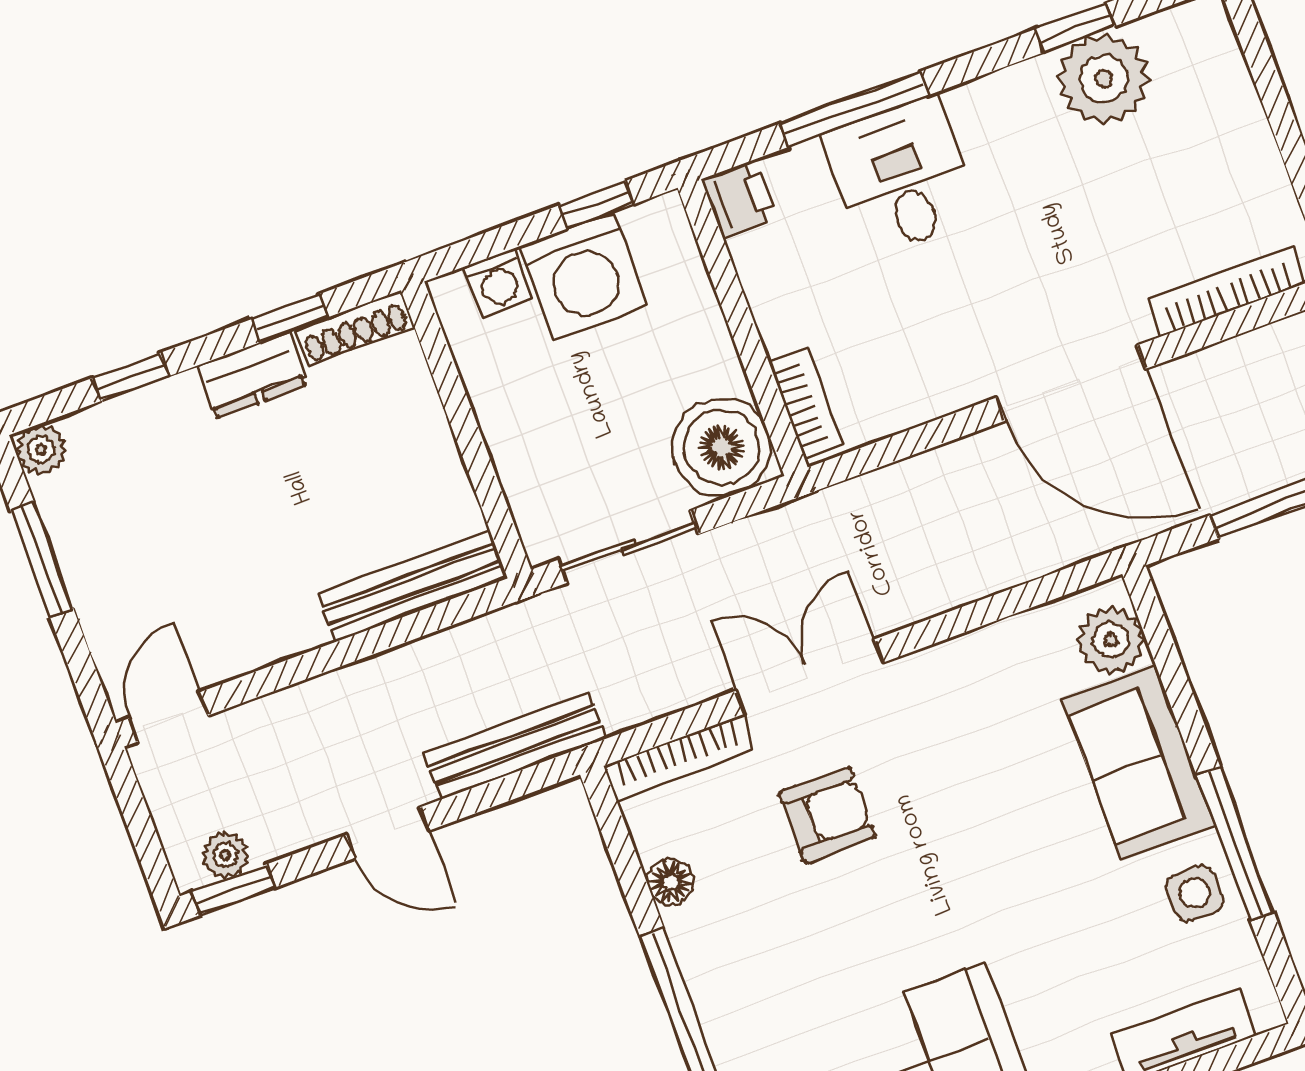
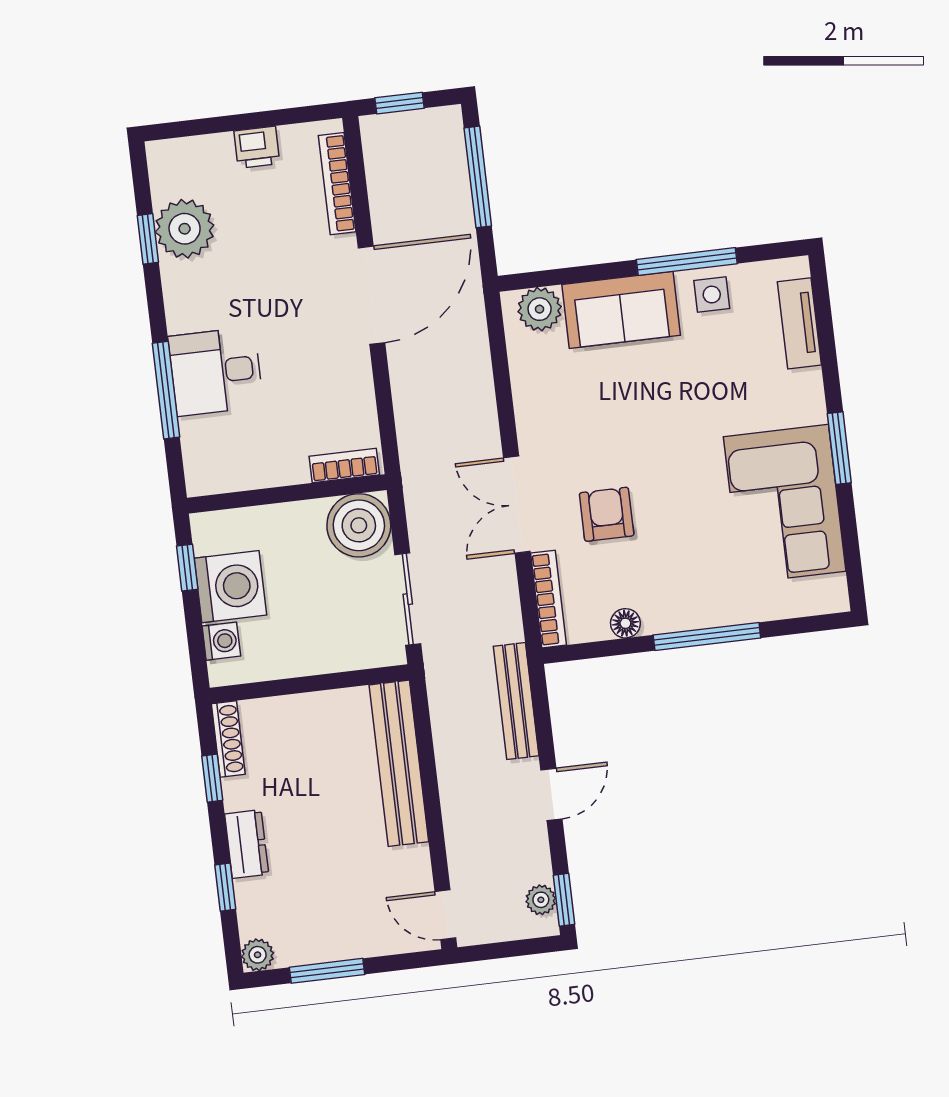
printer: (740, 199) -> (257, 147), moved, turned 180
dresser: (252, 375) -> (247, 844), moved
bench: (413, 586) -> (399, 763), width x1.37, depth x1.21

